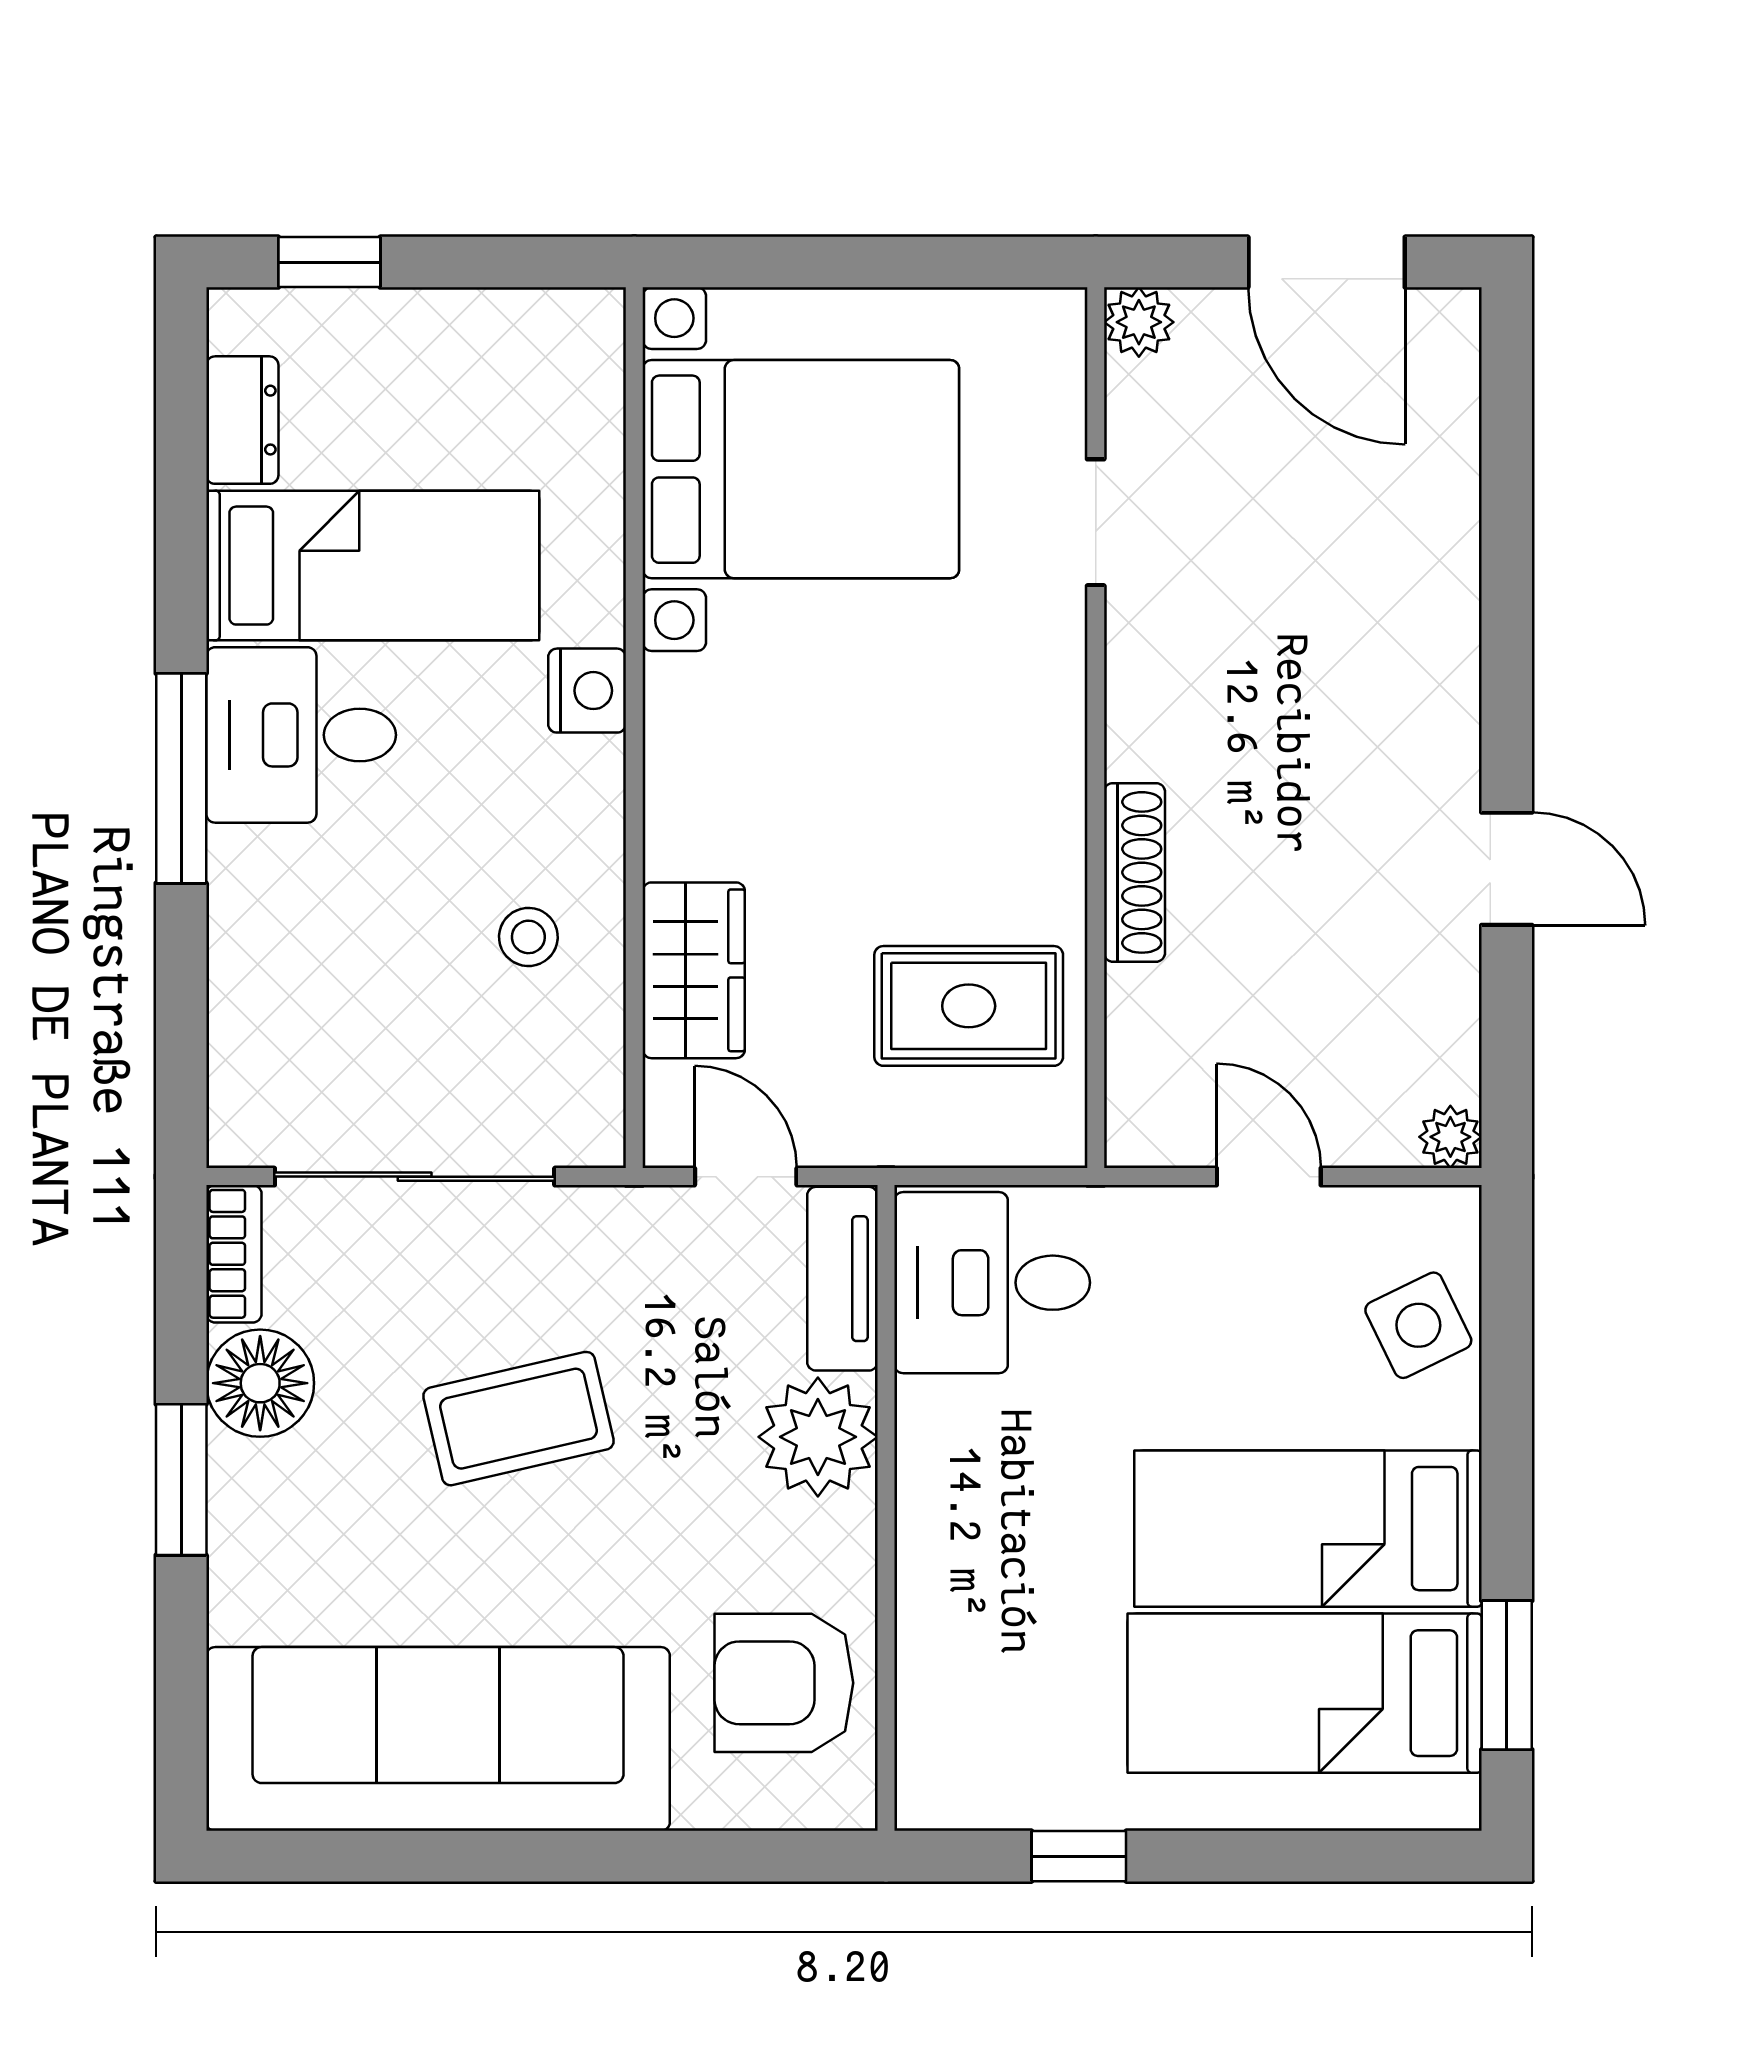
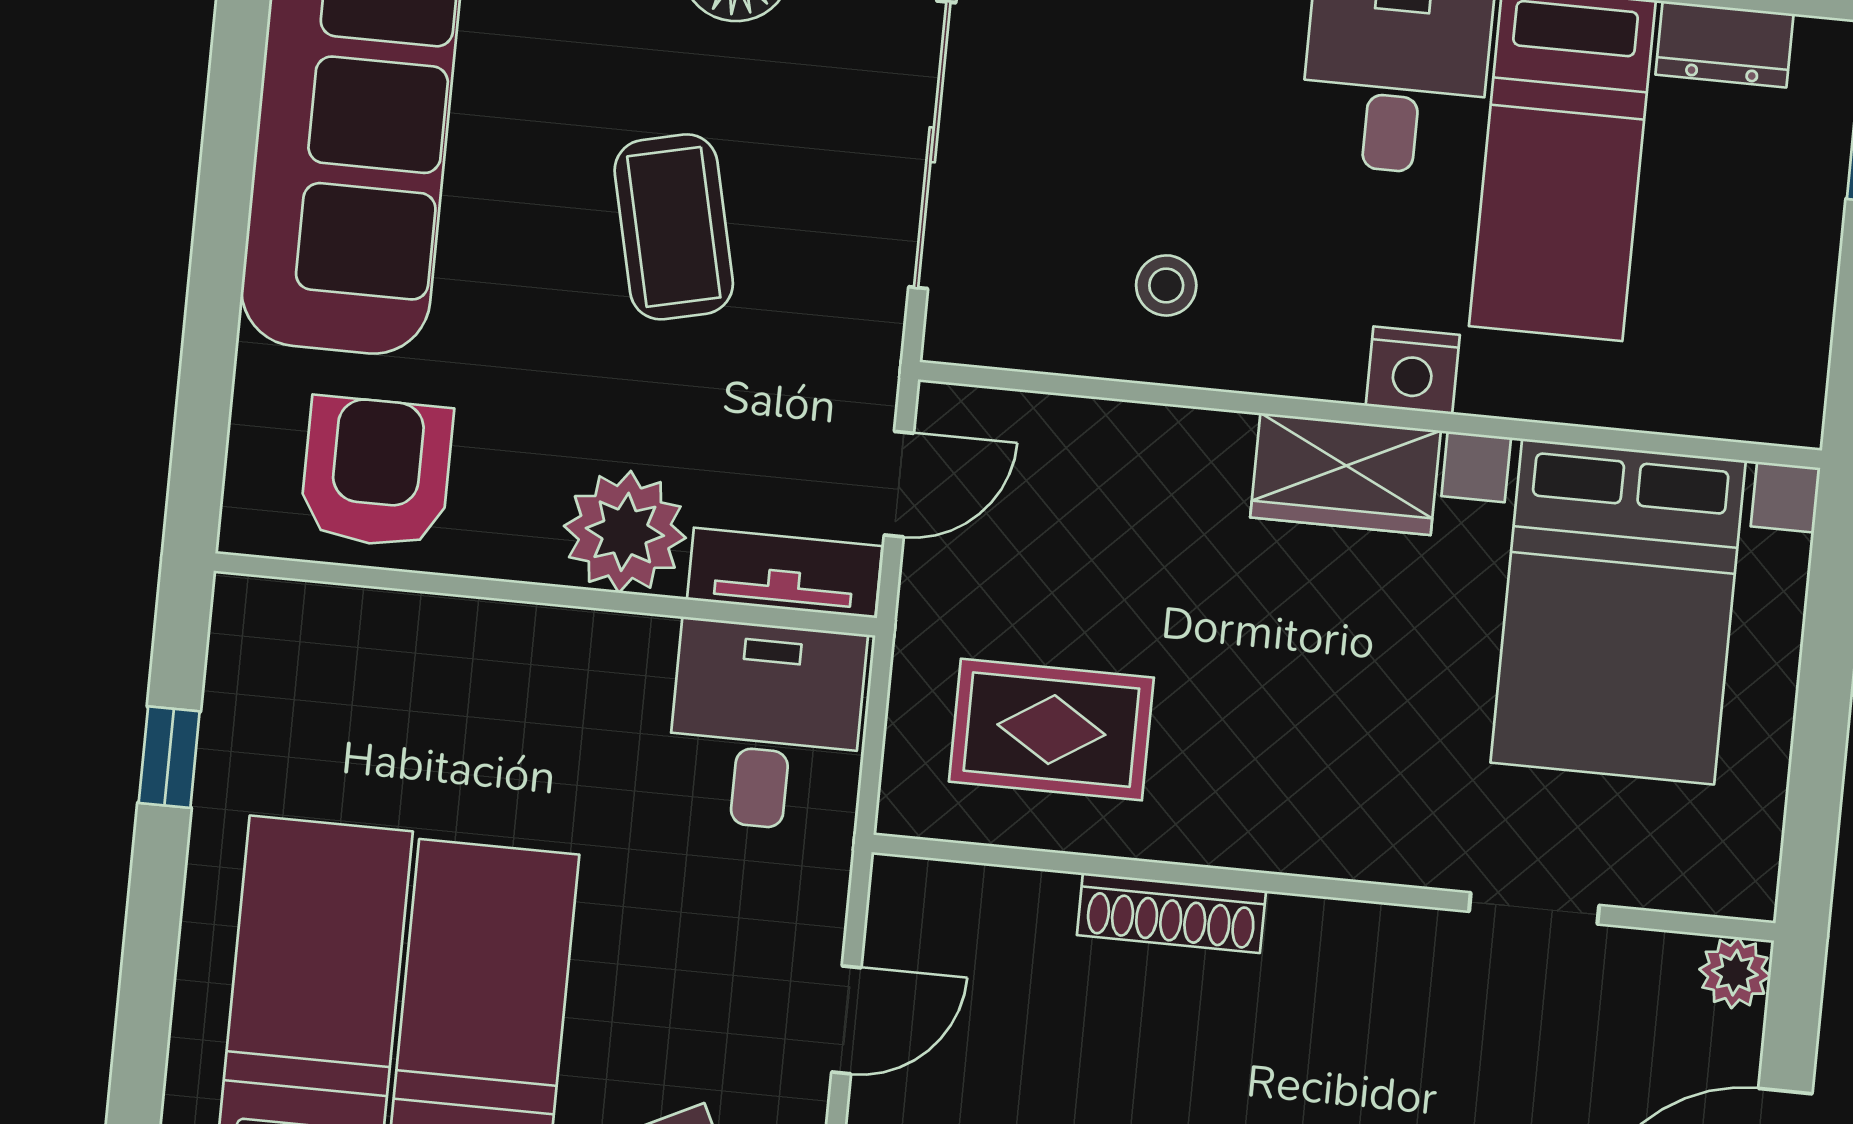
wardrobe: (694, 970) -> (1346, 474), moved
rug: (969, 1006) -> (1051, 730), turned 90

